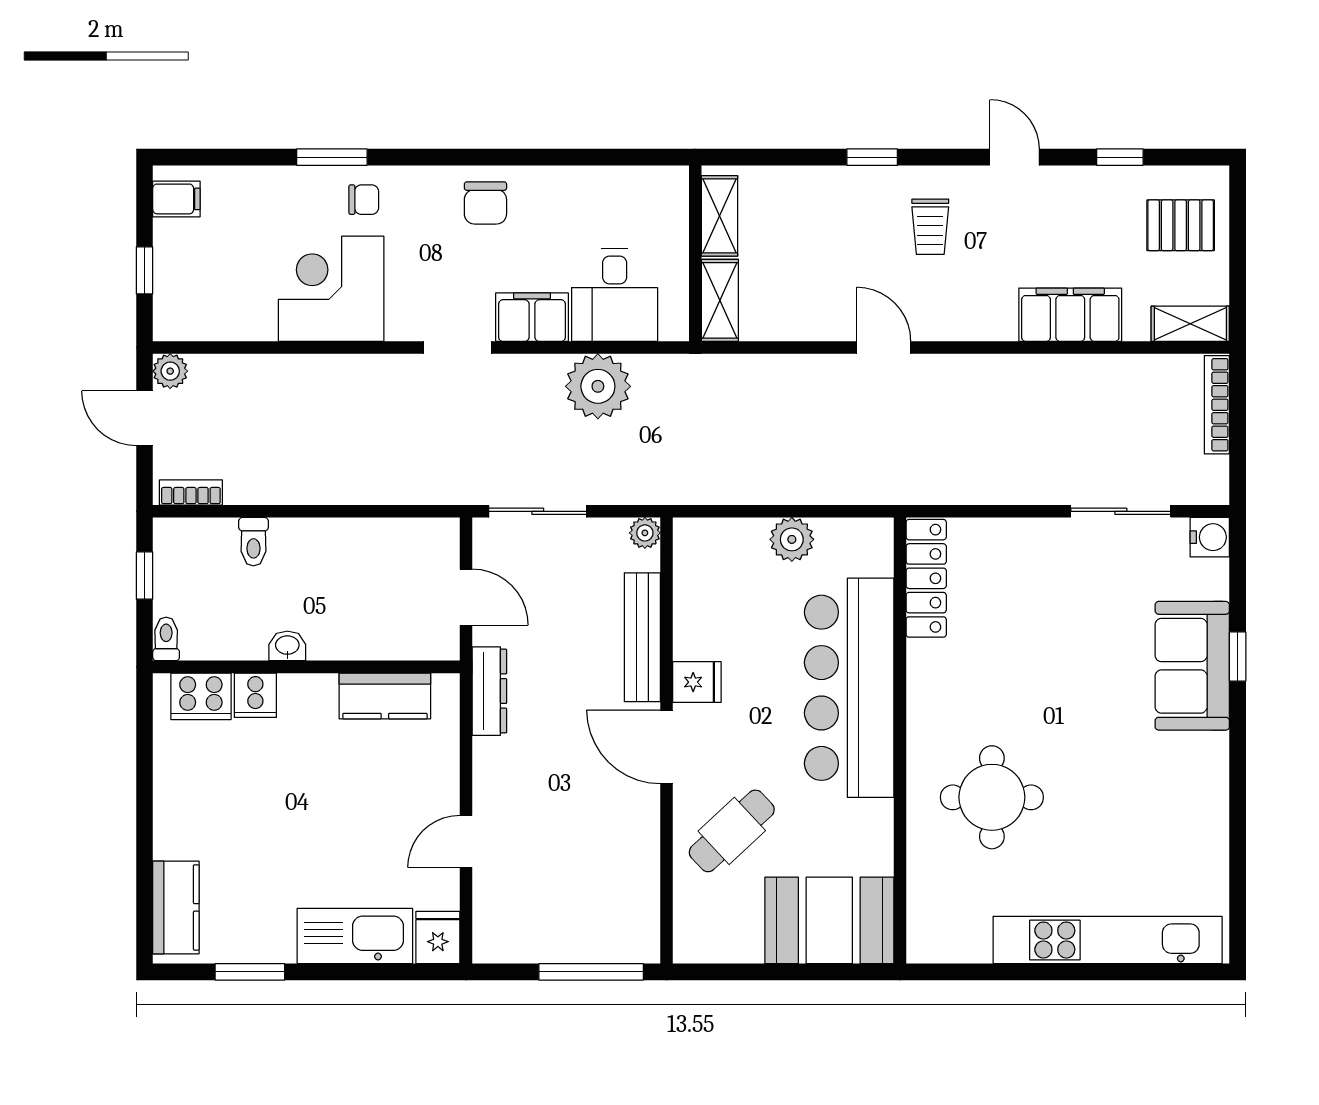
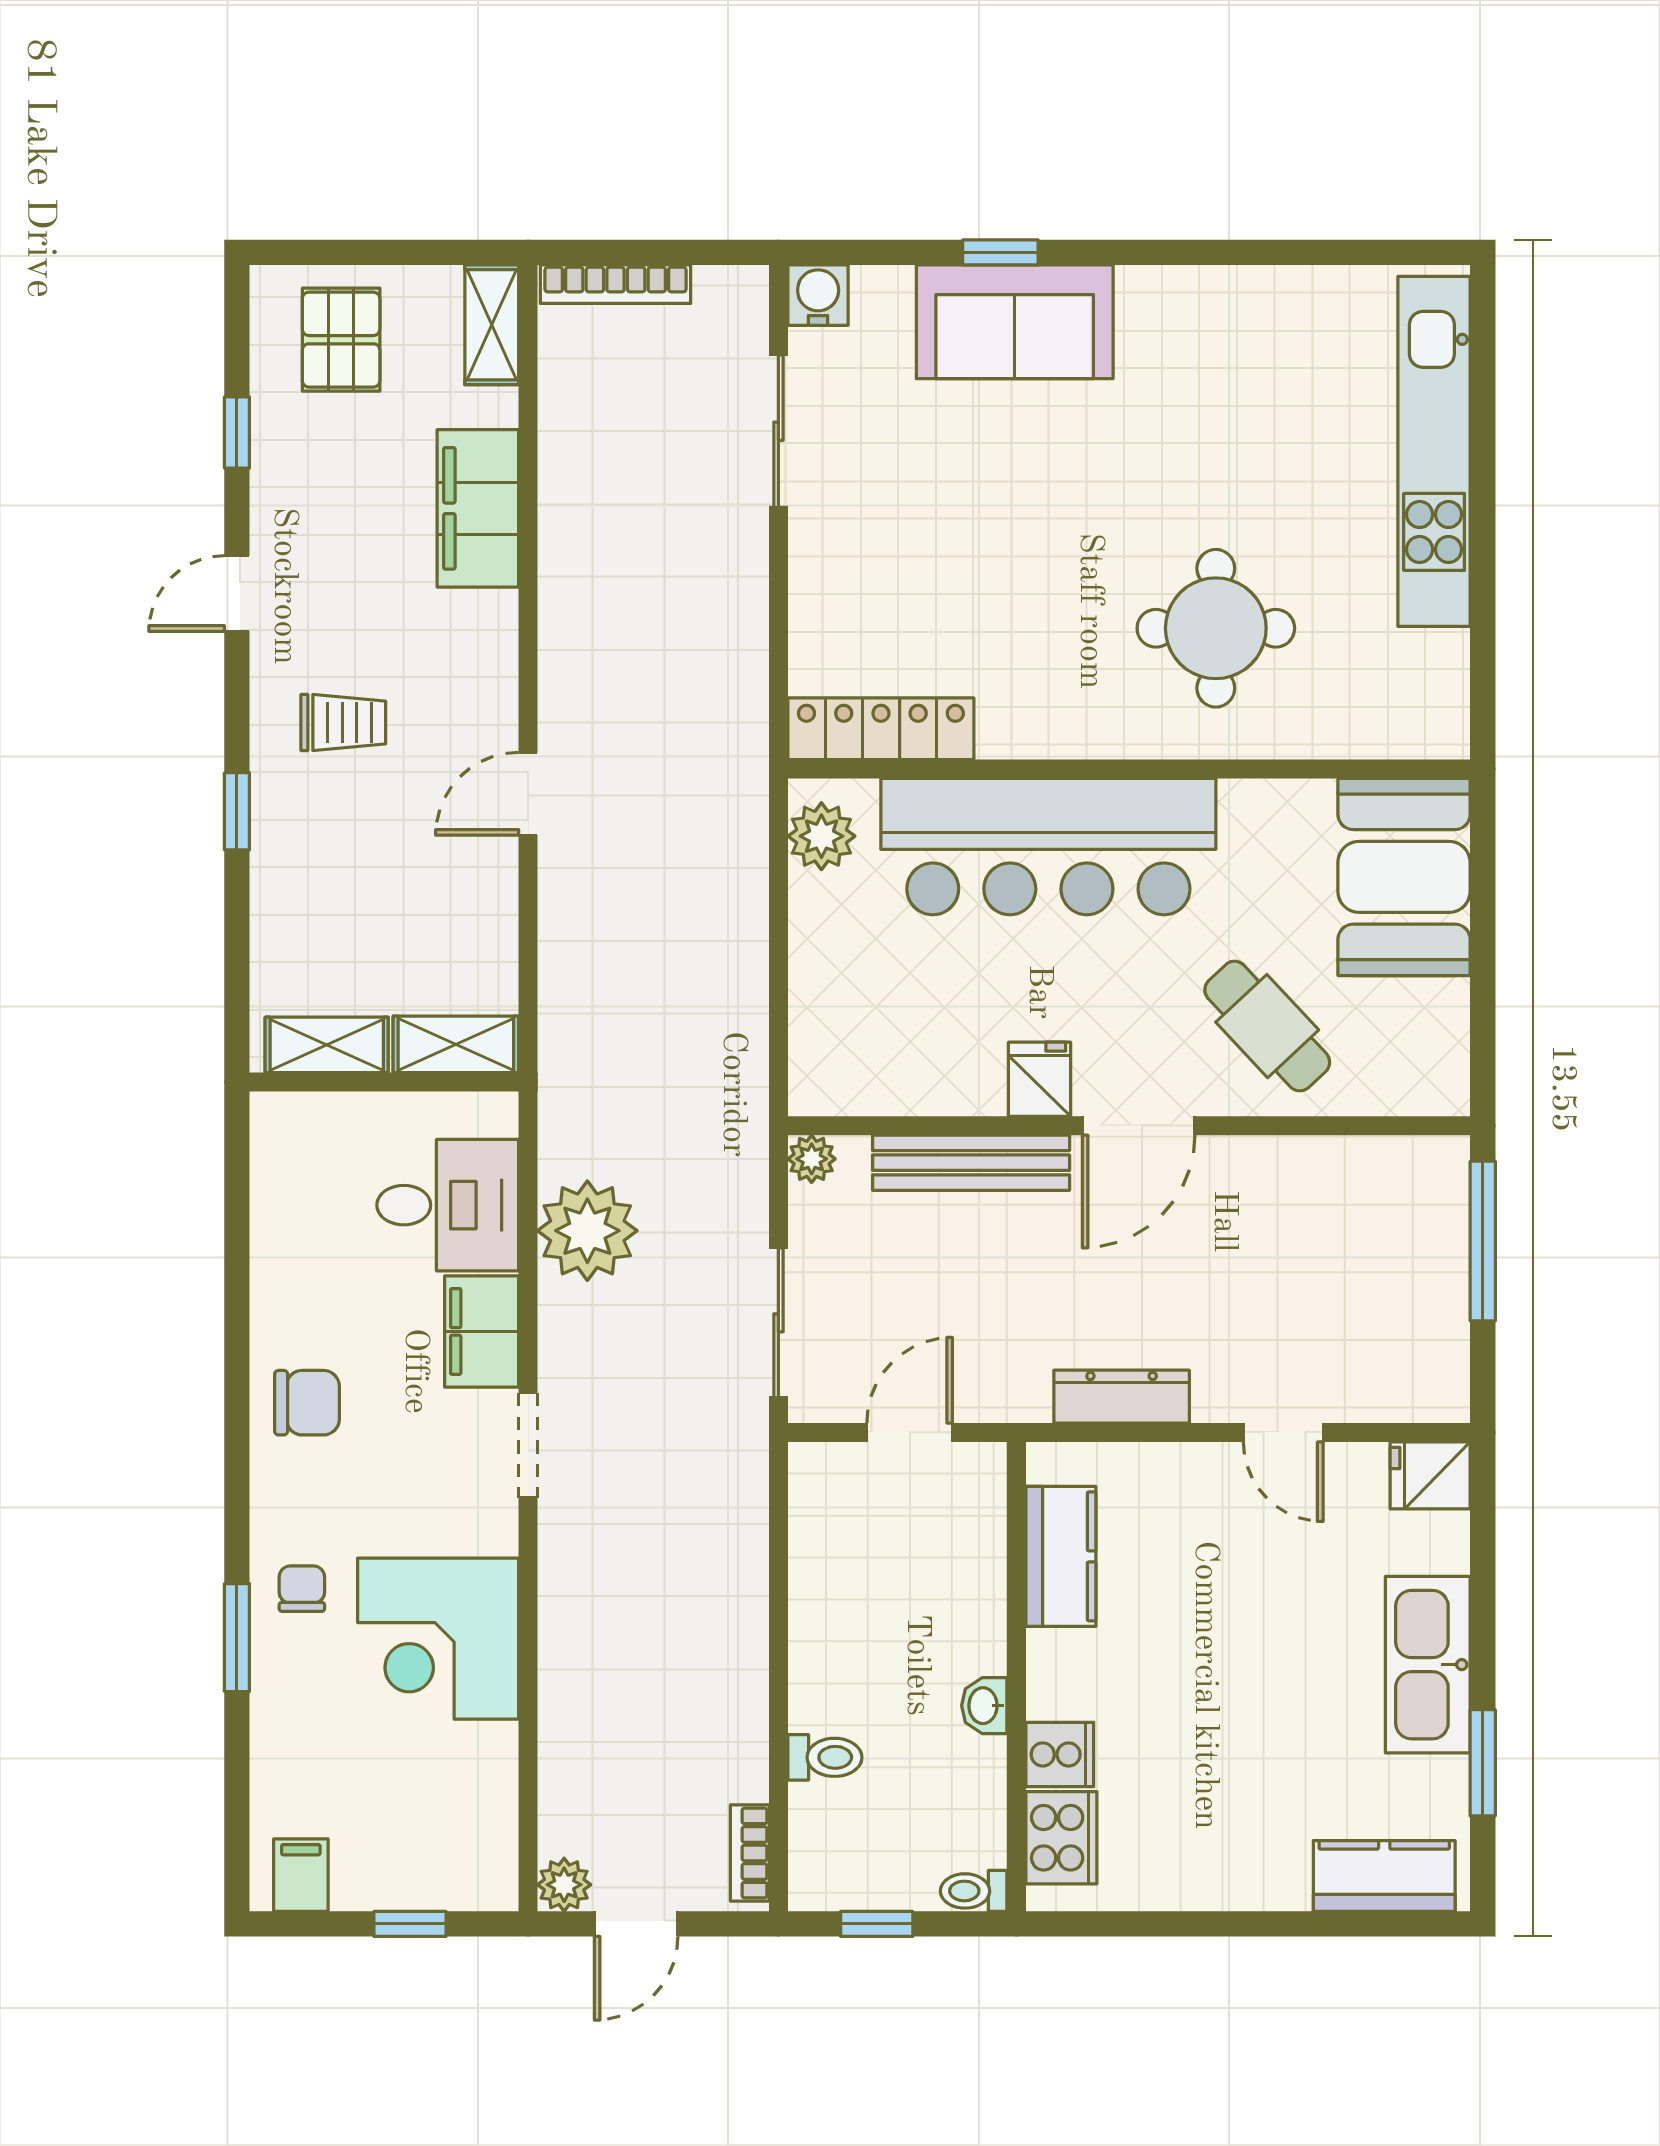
plant: (792, 539) -> (821, 836), moved
dresser: (489, 691) -> (1122, 1397), moved
kitchen sink: (355, 936) -> (1428, 1665), moved

